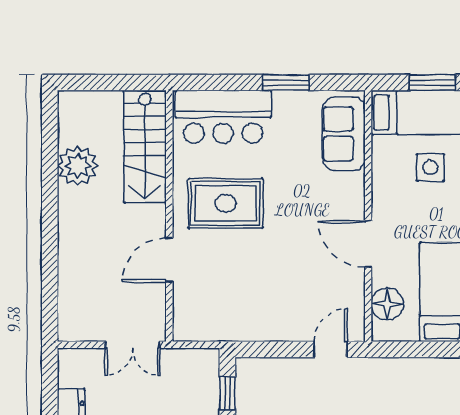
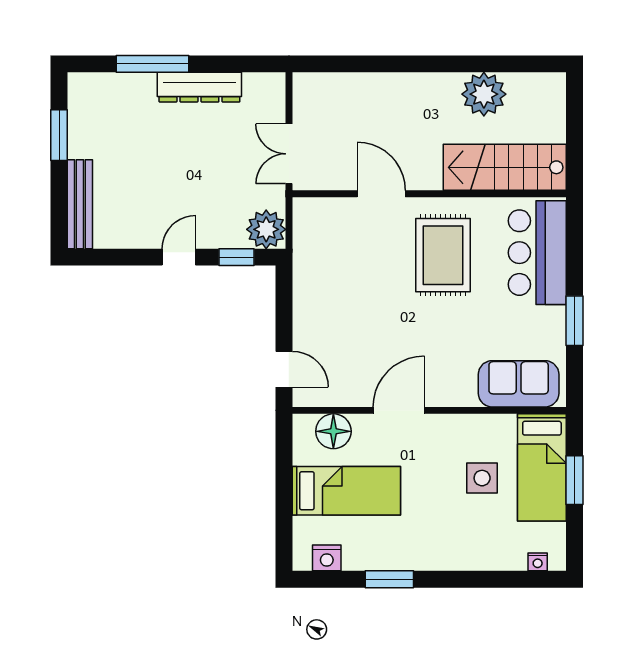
plant: (202, 366) -> (266, 229), added

